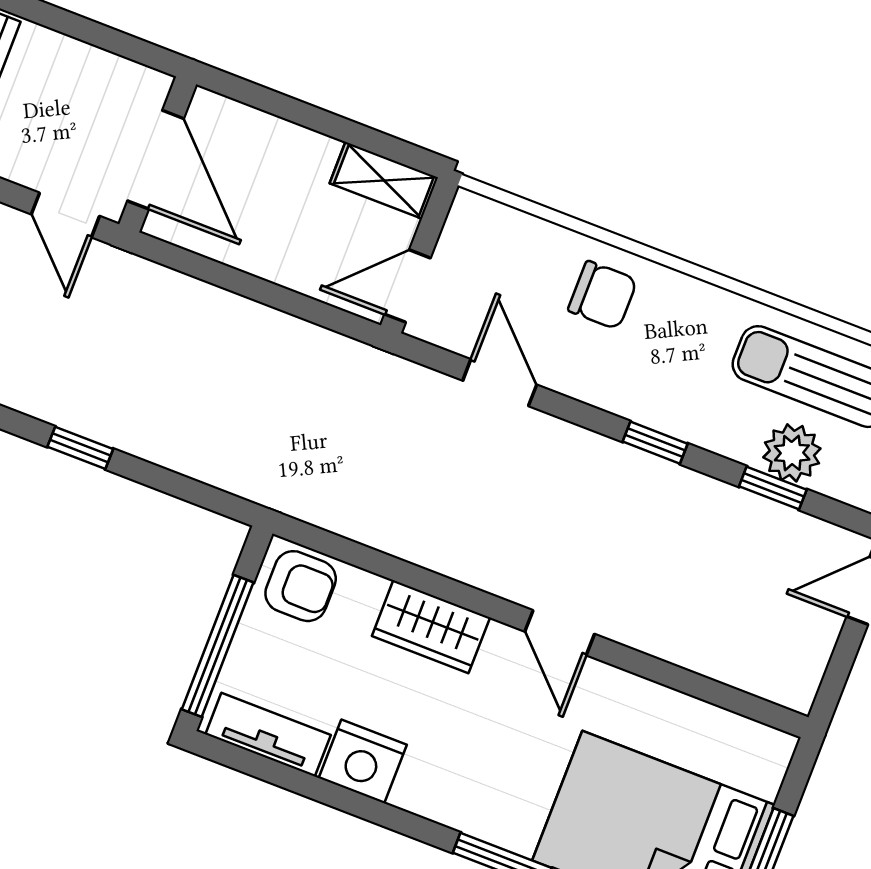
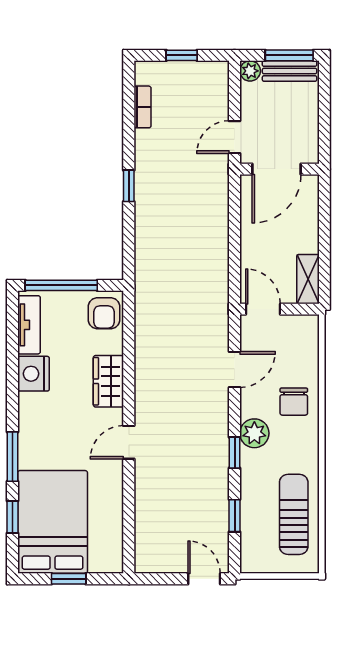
plant: (792, 453) -> (254, 433), moved

